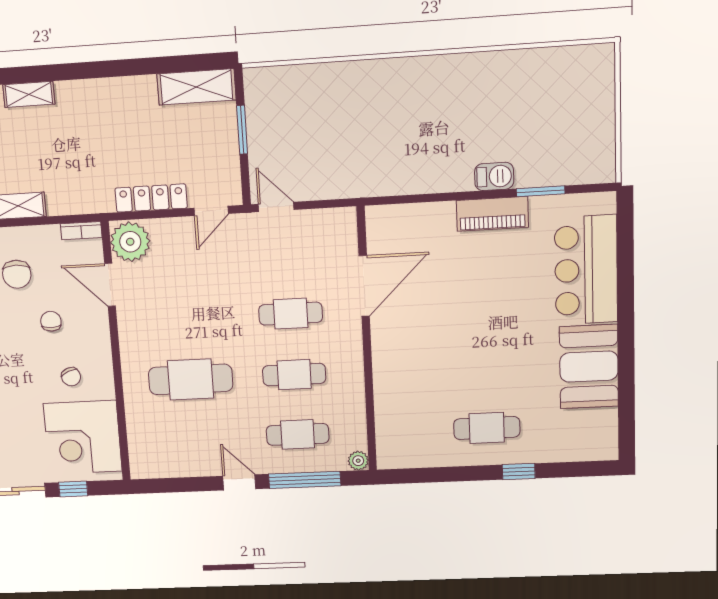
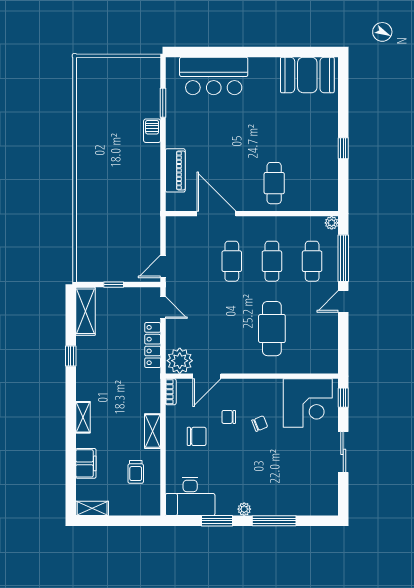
window: (123, 68) -> (71, 356), added
window: (242, 130) -> (114, 285), width x0.67
piano: (492, 214) -> (175, 170), moved
booth: (589, 367) -> (307, 75), moved
chair: (71, 377) -> (260, 424), moved
cafe table: (487, 428) -> (274, 183), moved
window: (519, 472) -> (343, 148), moved
window: (73, 489) -> (343, 398), moved

